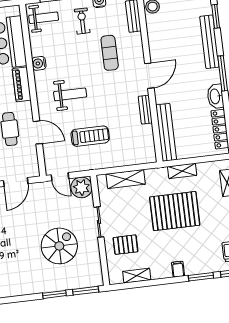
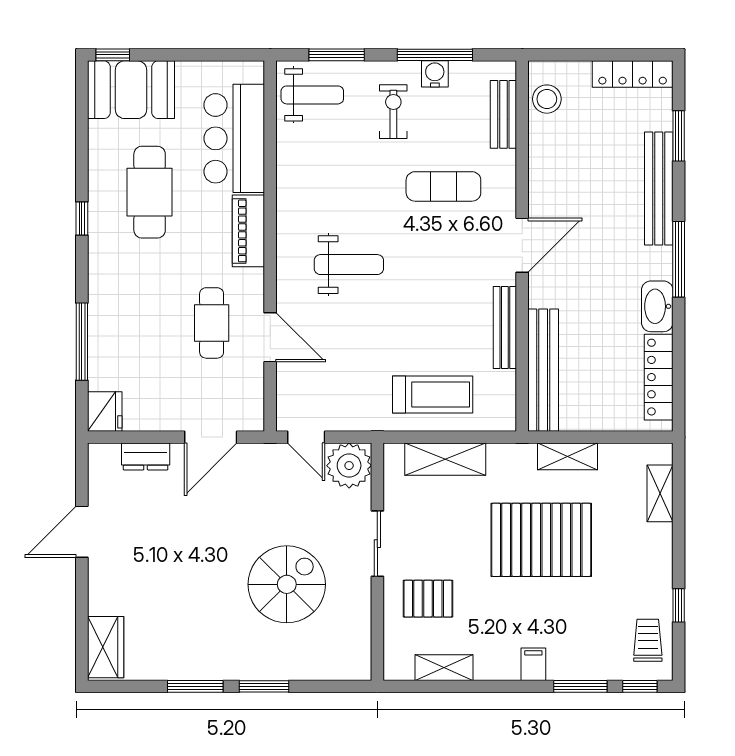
exercise mat: (110, 53) -> (443, 186), turned 90
water cooler: (39, 63) -> (290, 191), removed
bench: (145, 110) -> (505, 328), width x1.36
treadmill: (90, 136) -> (433, 394), moved
window: (86, 291) -> (195, 686), moved

